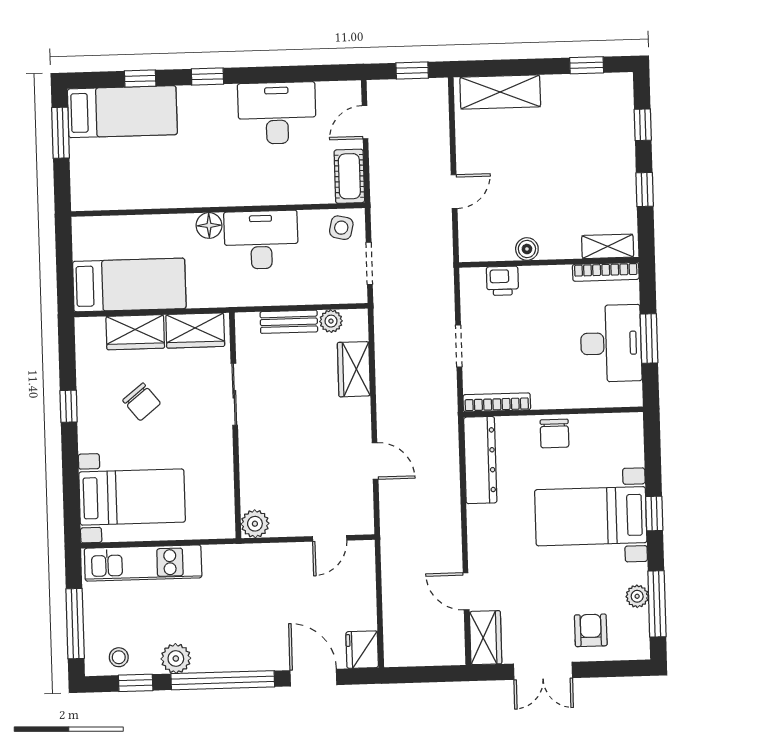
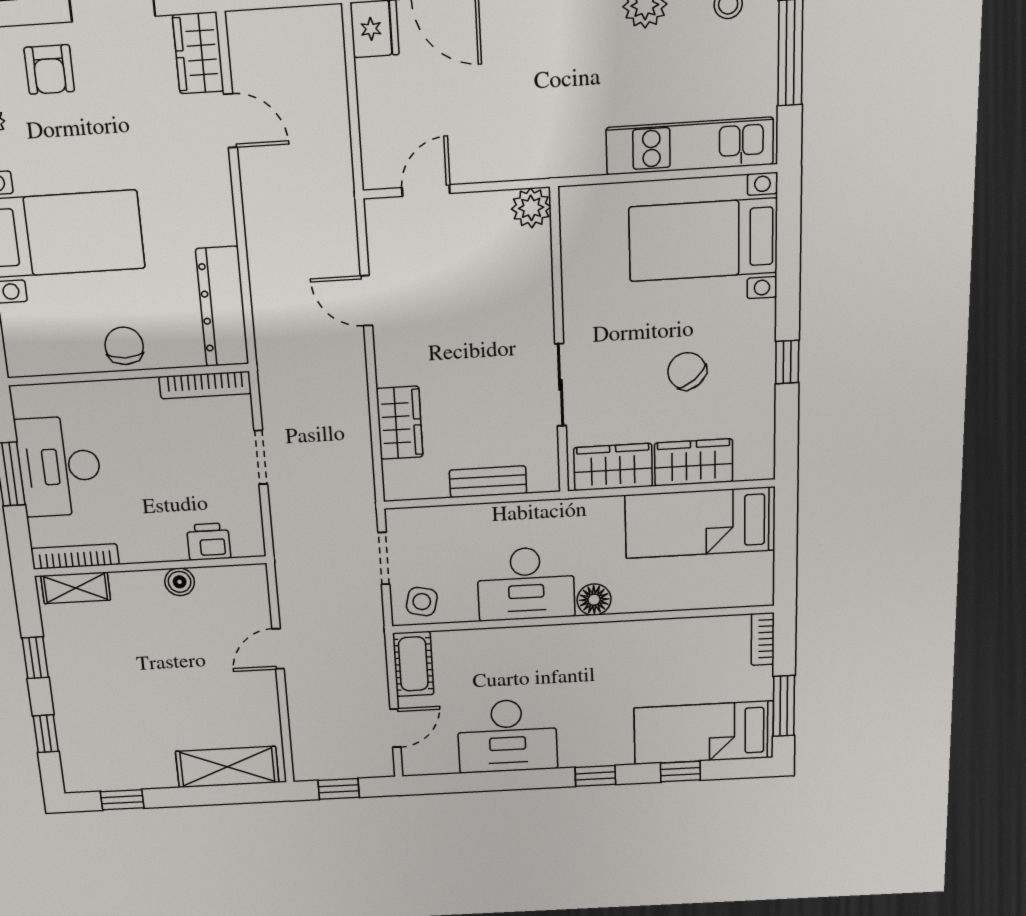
bookcase: (79, 189) -> (763, 639), added
plant: (331, 321) -> (432, 484), removed

